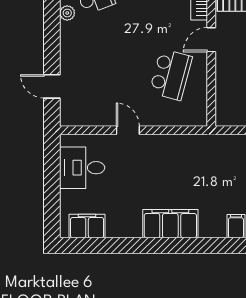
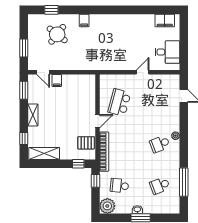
door: (128, 130) -> (143, 72), swing flipped
filing cabinet: (170, 224) -> (120, 22), removed

